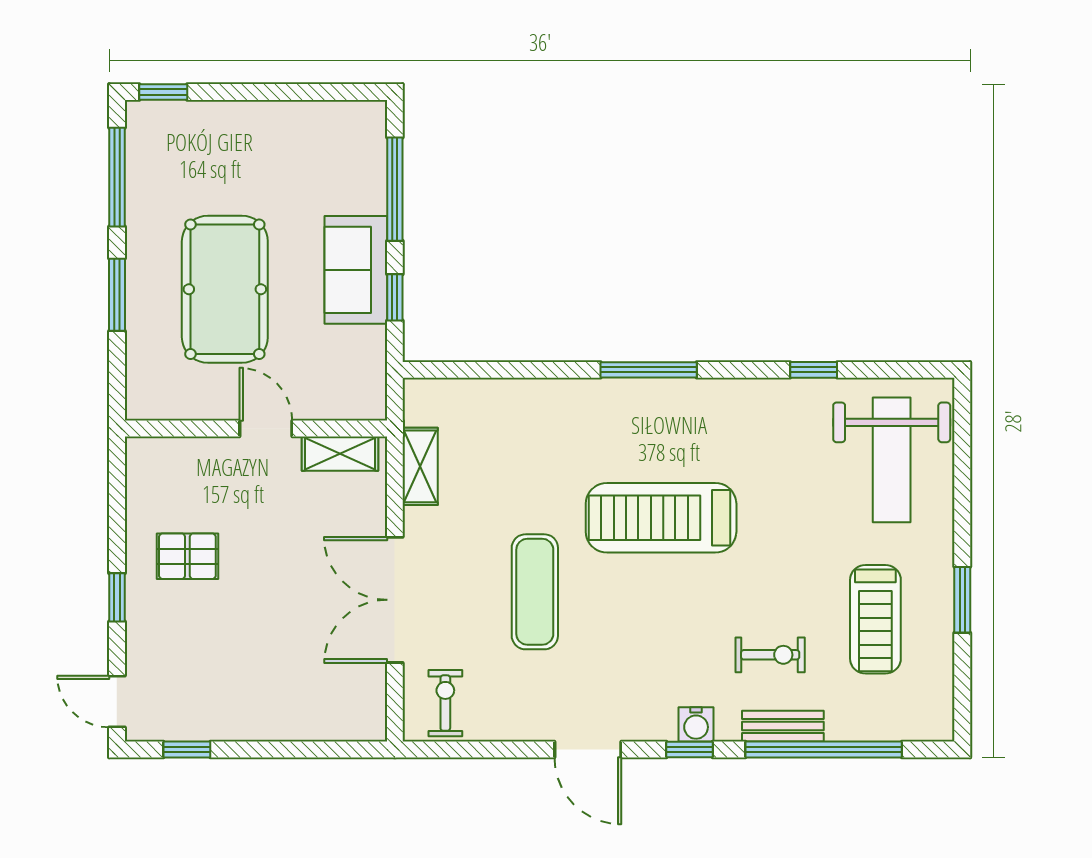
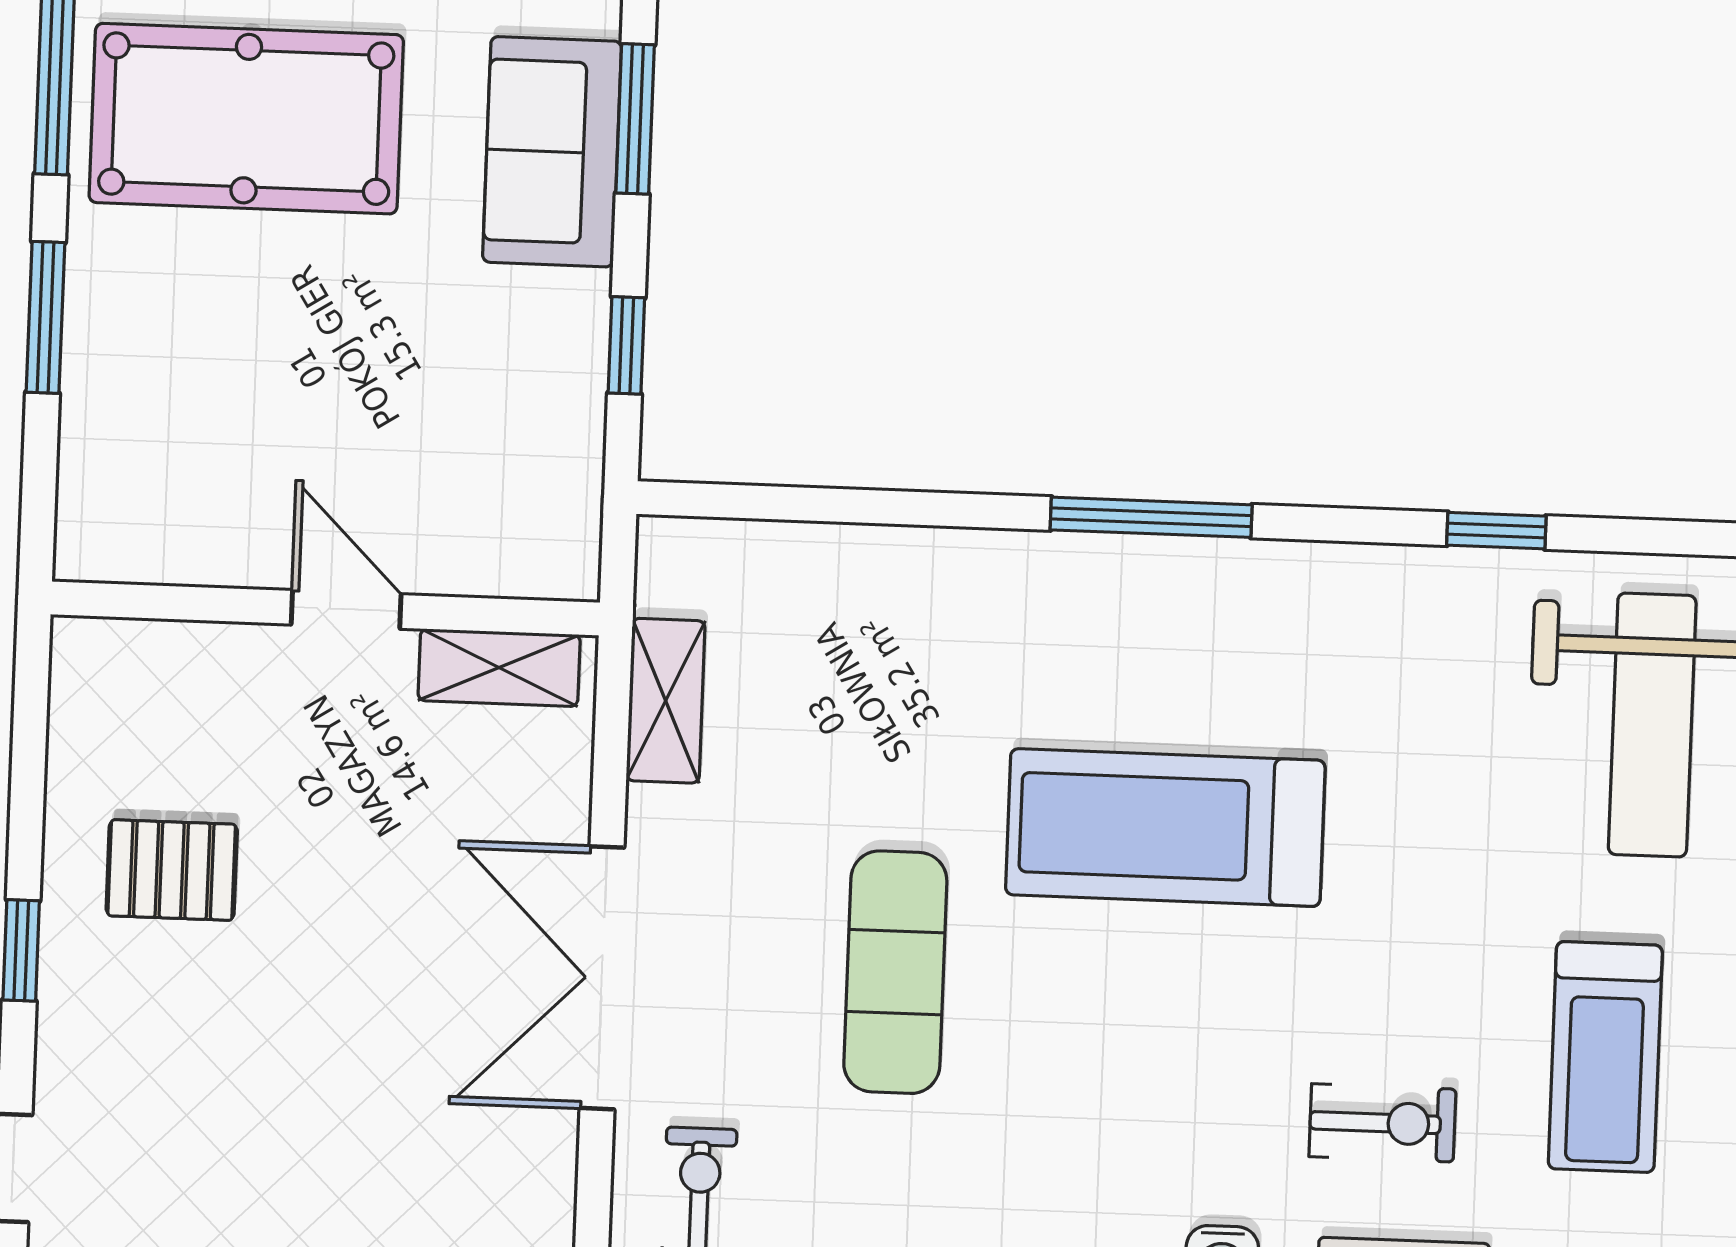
window: (395, 189) -> (635, 119), width x0.69
sofa: (356, 270) -> (552, 152), moved
pool table: (225, 289) -> (246, 119), moved, turned 90

